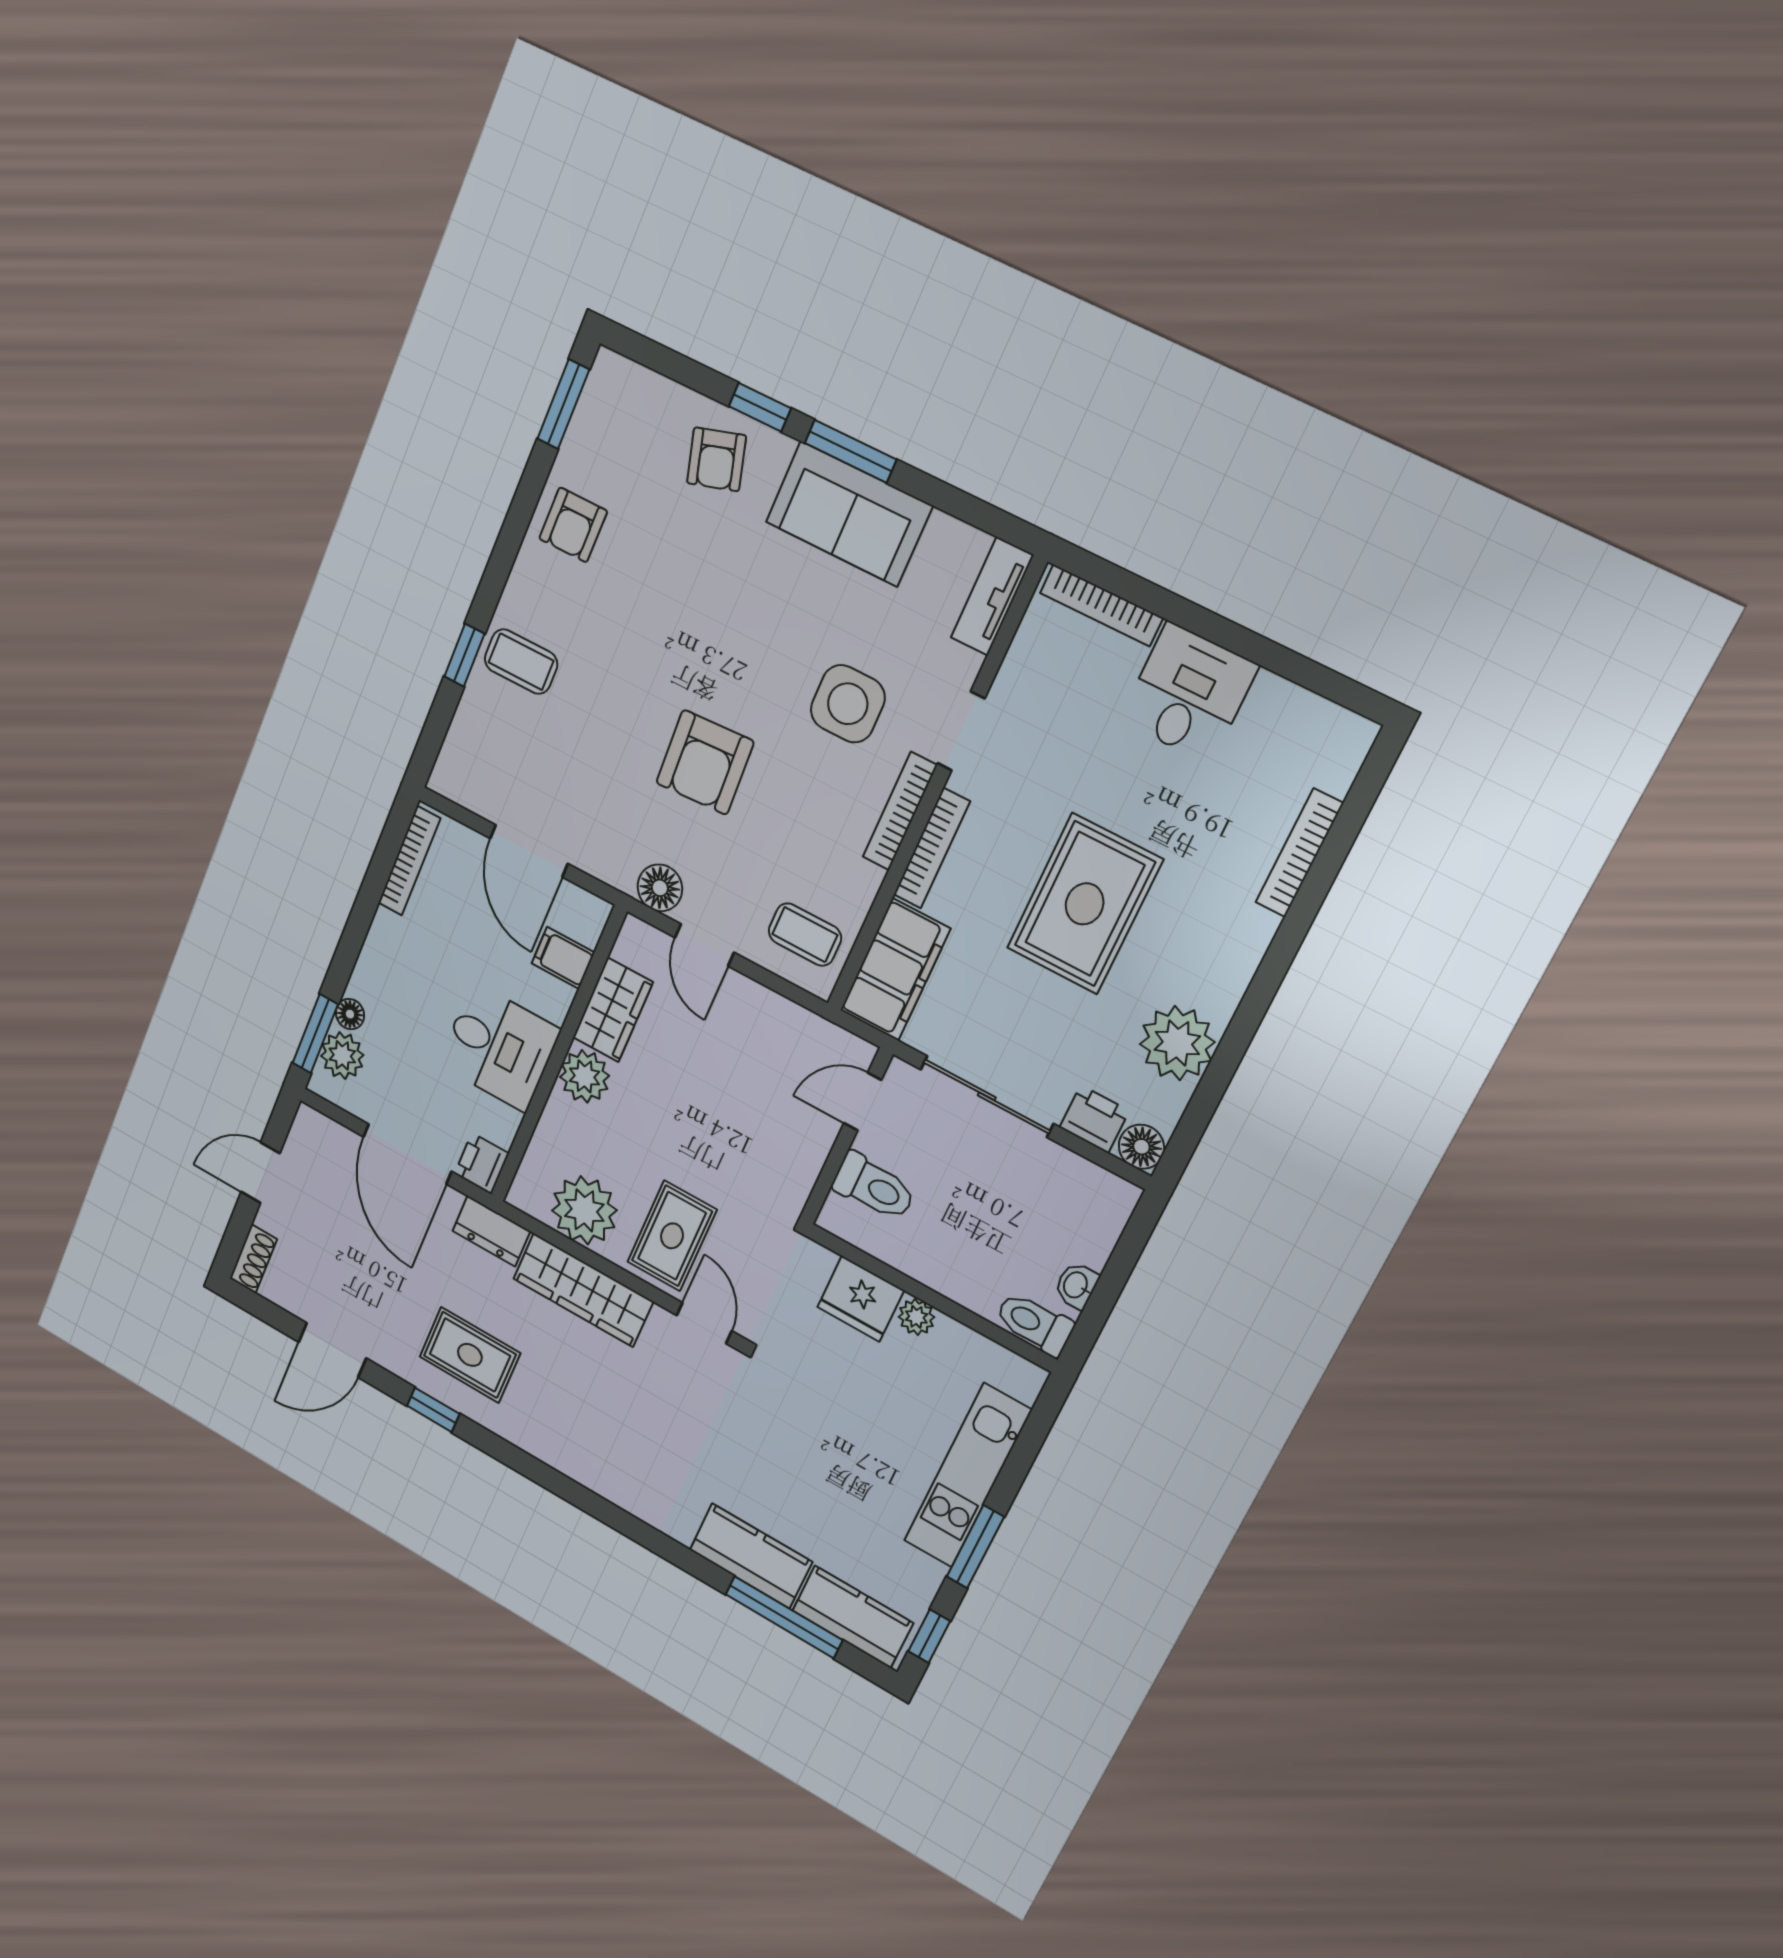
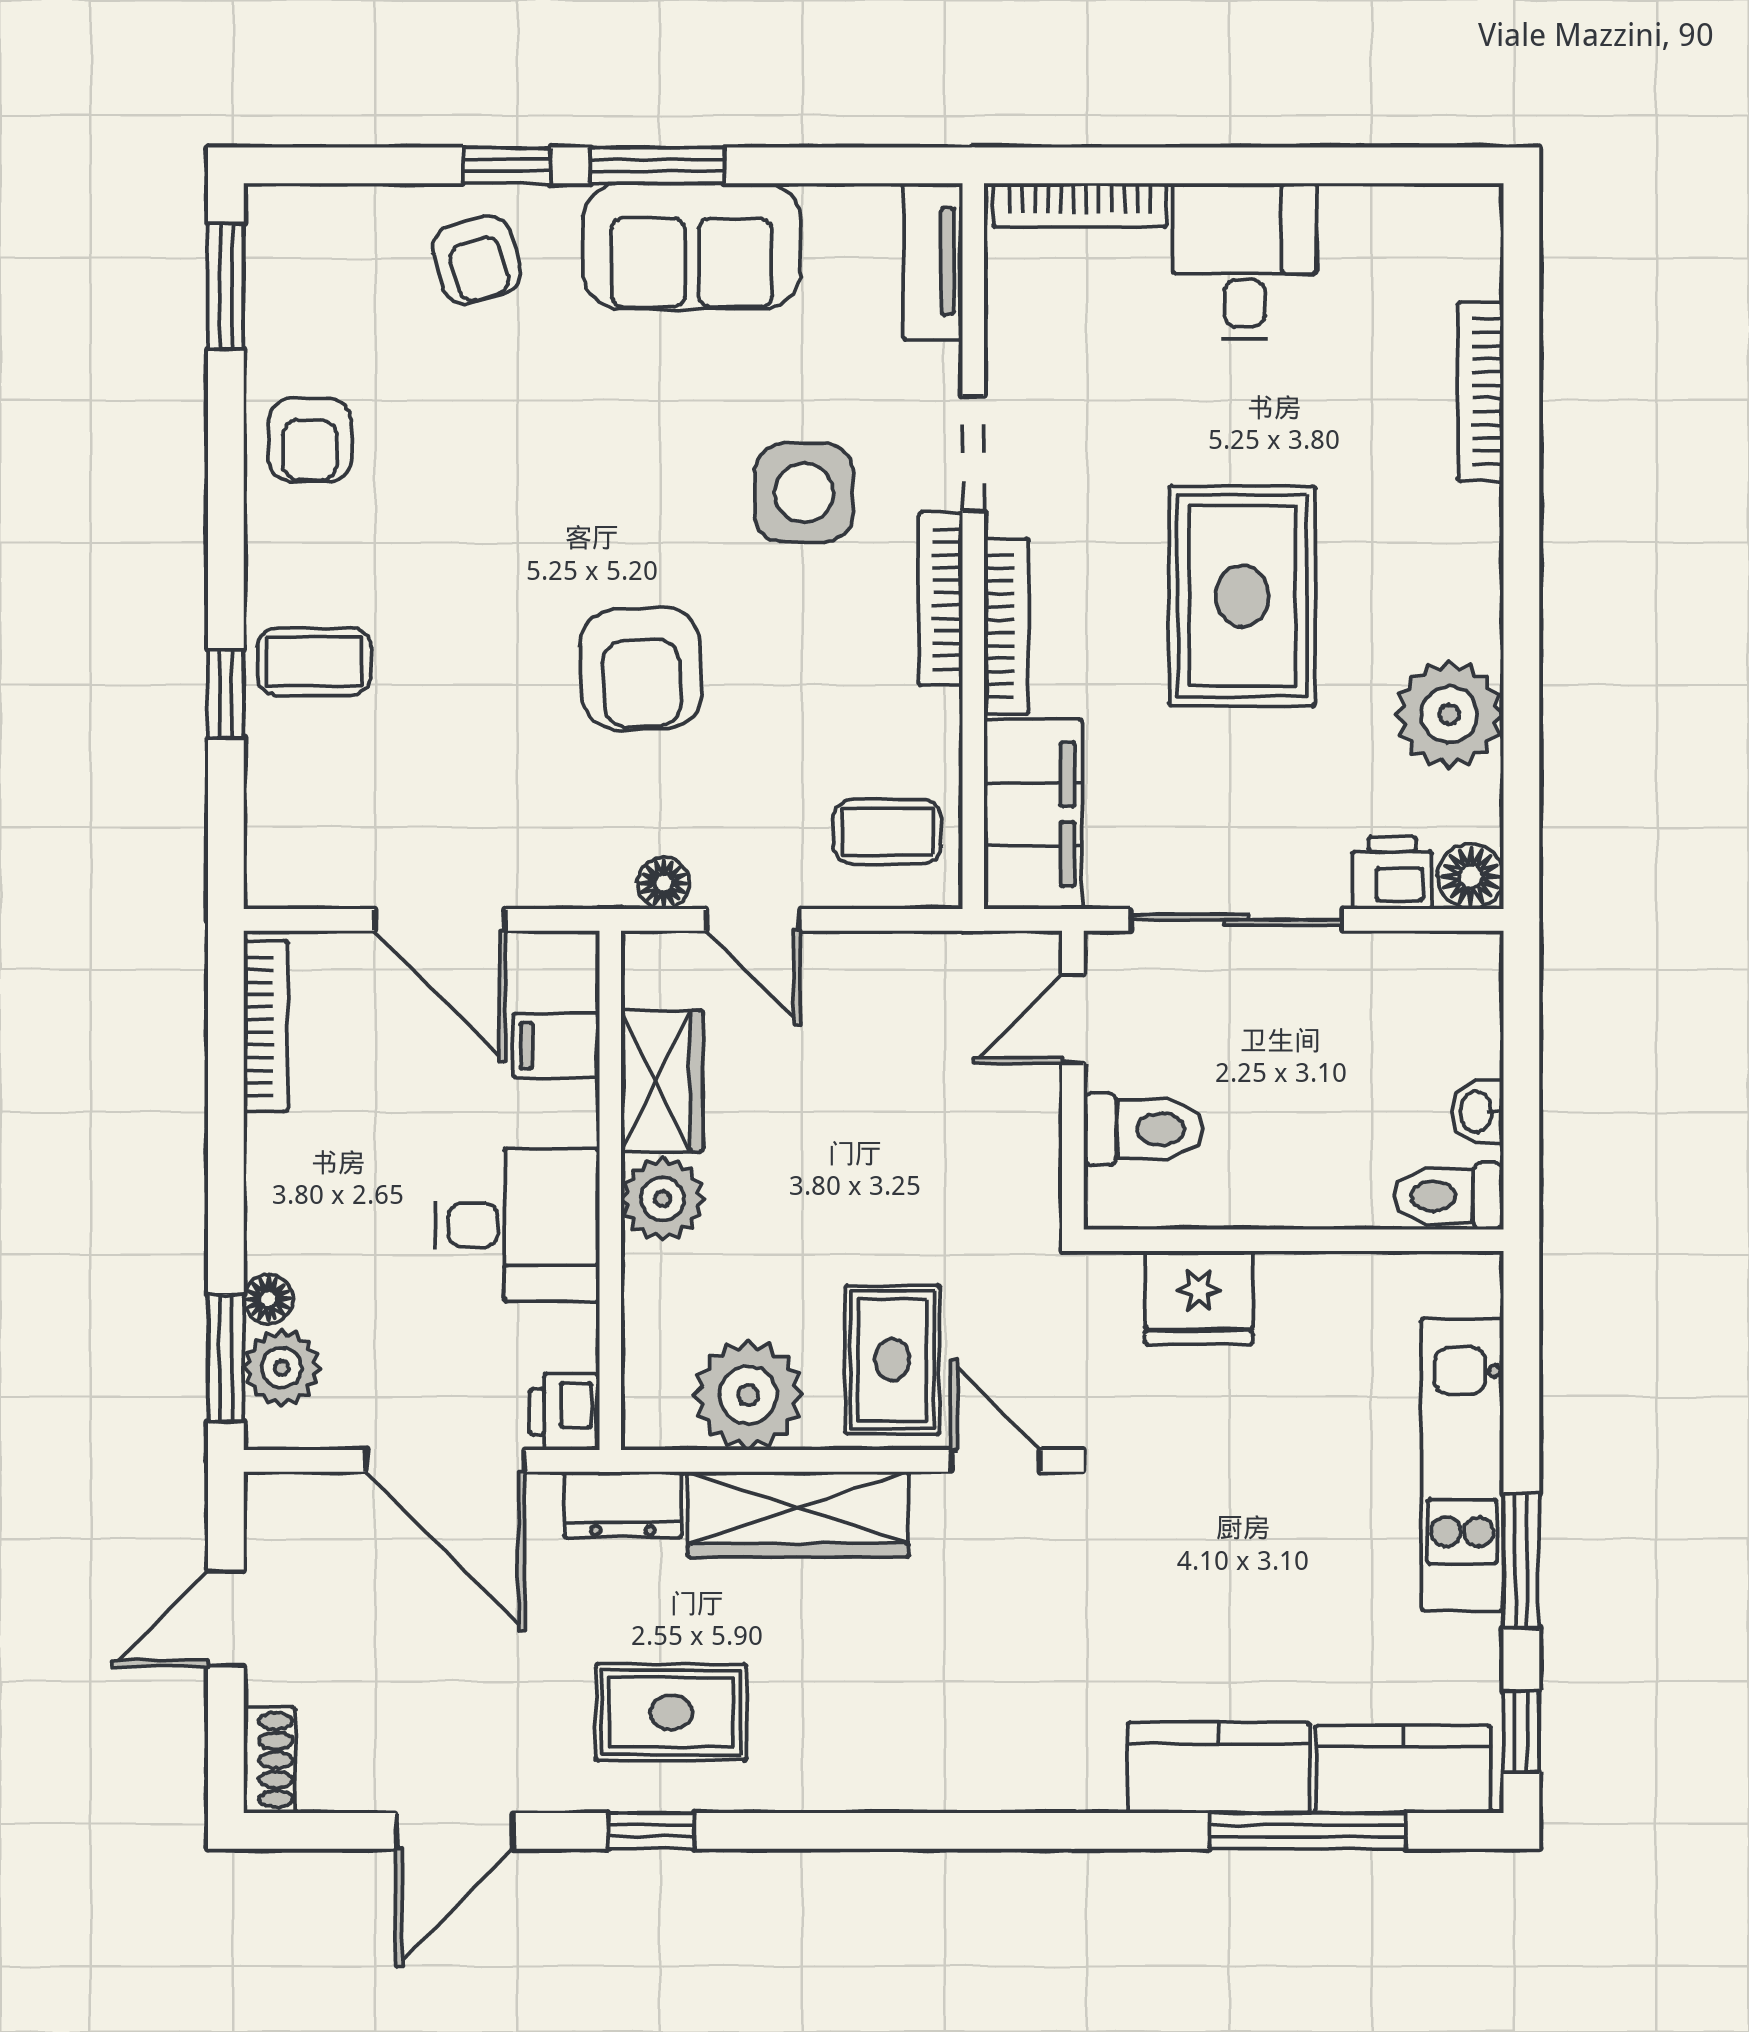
floor lamp: (660, 888) -> (663, 883), width x0.73, depth x0.73
plant: (916, 1317) -> (1287, 1279), removed

